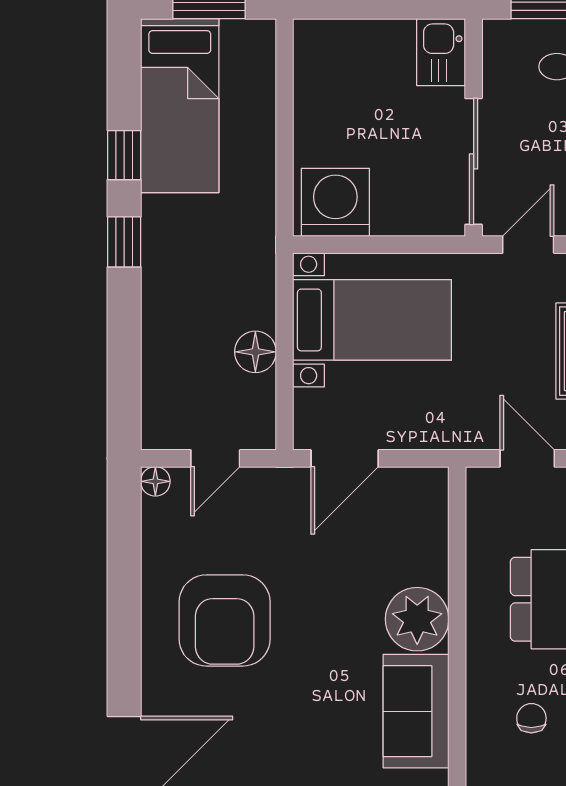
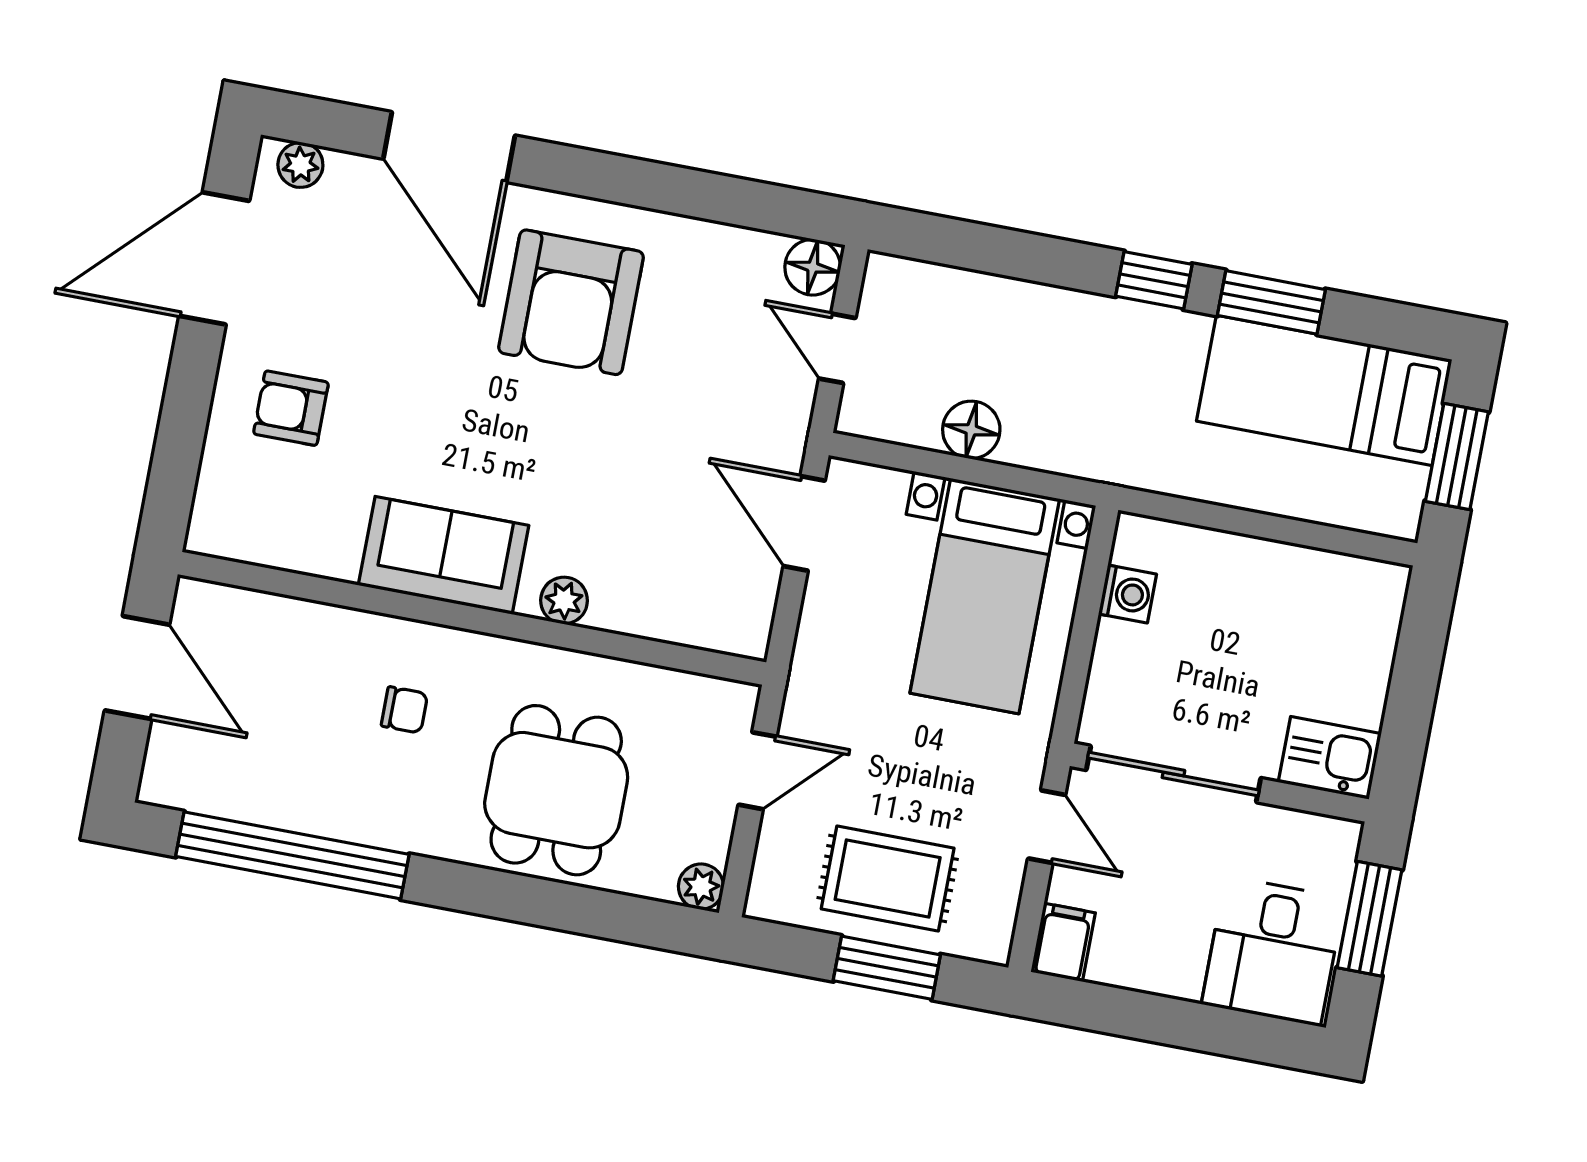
window: (124, 155) -> (1271, 302), width x1.50
washing machine: (335, 202) -> (1128, 594), width x0.53, depth x0.53
floor lamp: (155, 481) -> (813, 267), width x1.37, depth x1.37
plant: (417, 619) -> (564, 600), width x0.53, depth x0.53
armchair: (225, 620) -> (571, 302), moved, turned -90

